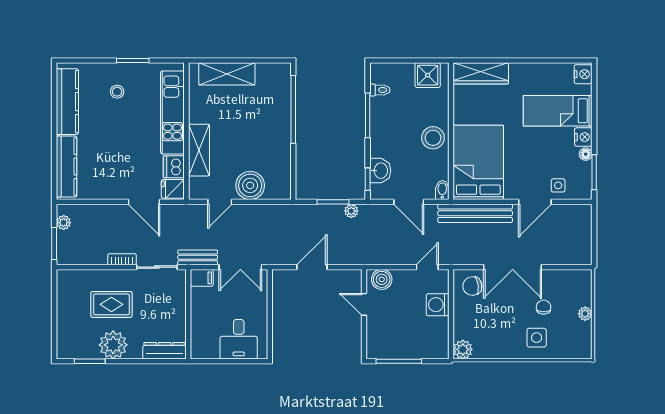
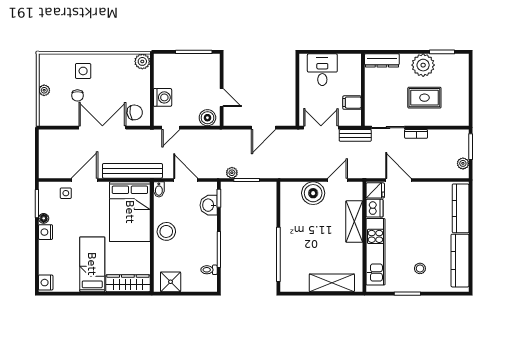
bed: (558, 111) -> (92, 264), moved, turned -90
filing cabinet: (202, 278) -> (352, 103), moved

